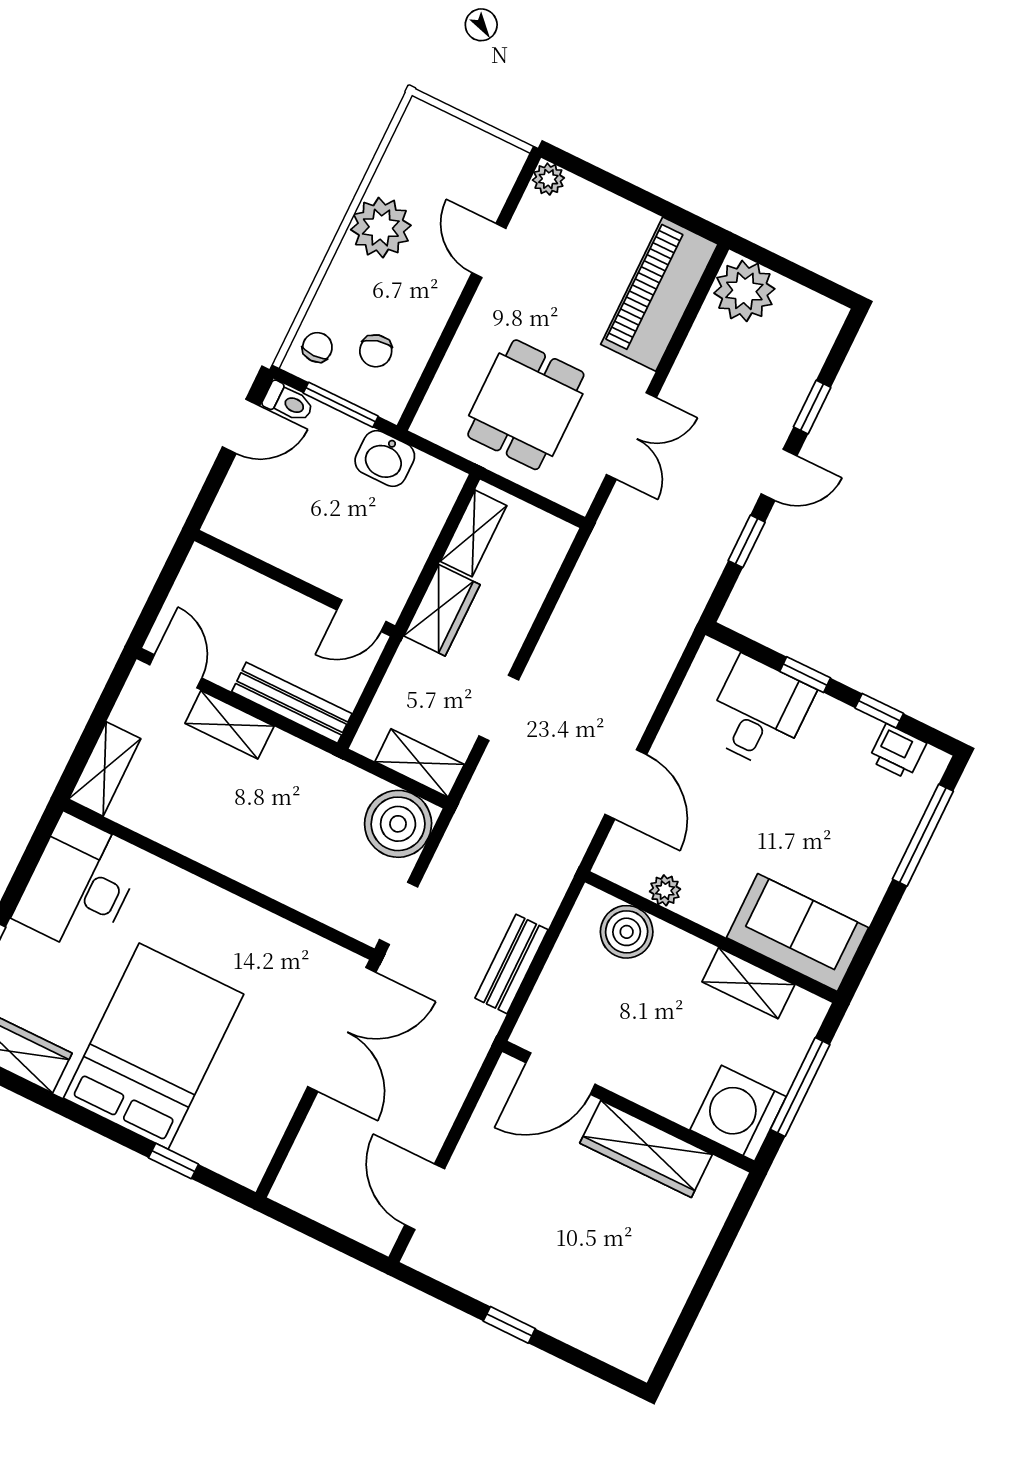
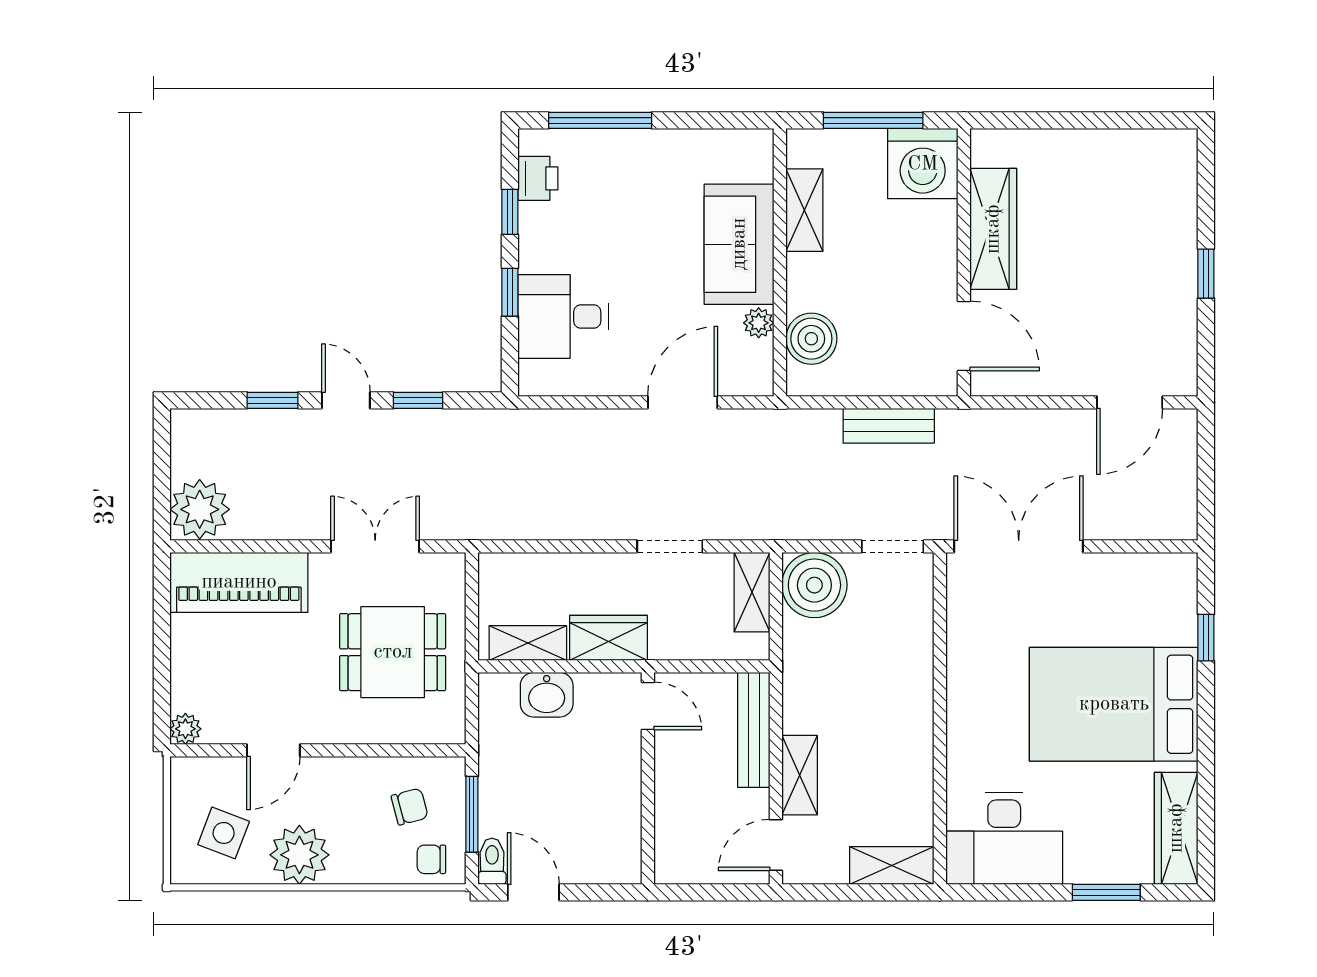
side table: (435, 167) -> (224, 833), added
washbasin: (385, 459) -> (547, 695), moved, turned 90
sofa: (798, 933) -> (739, 244), moved

